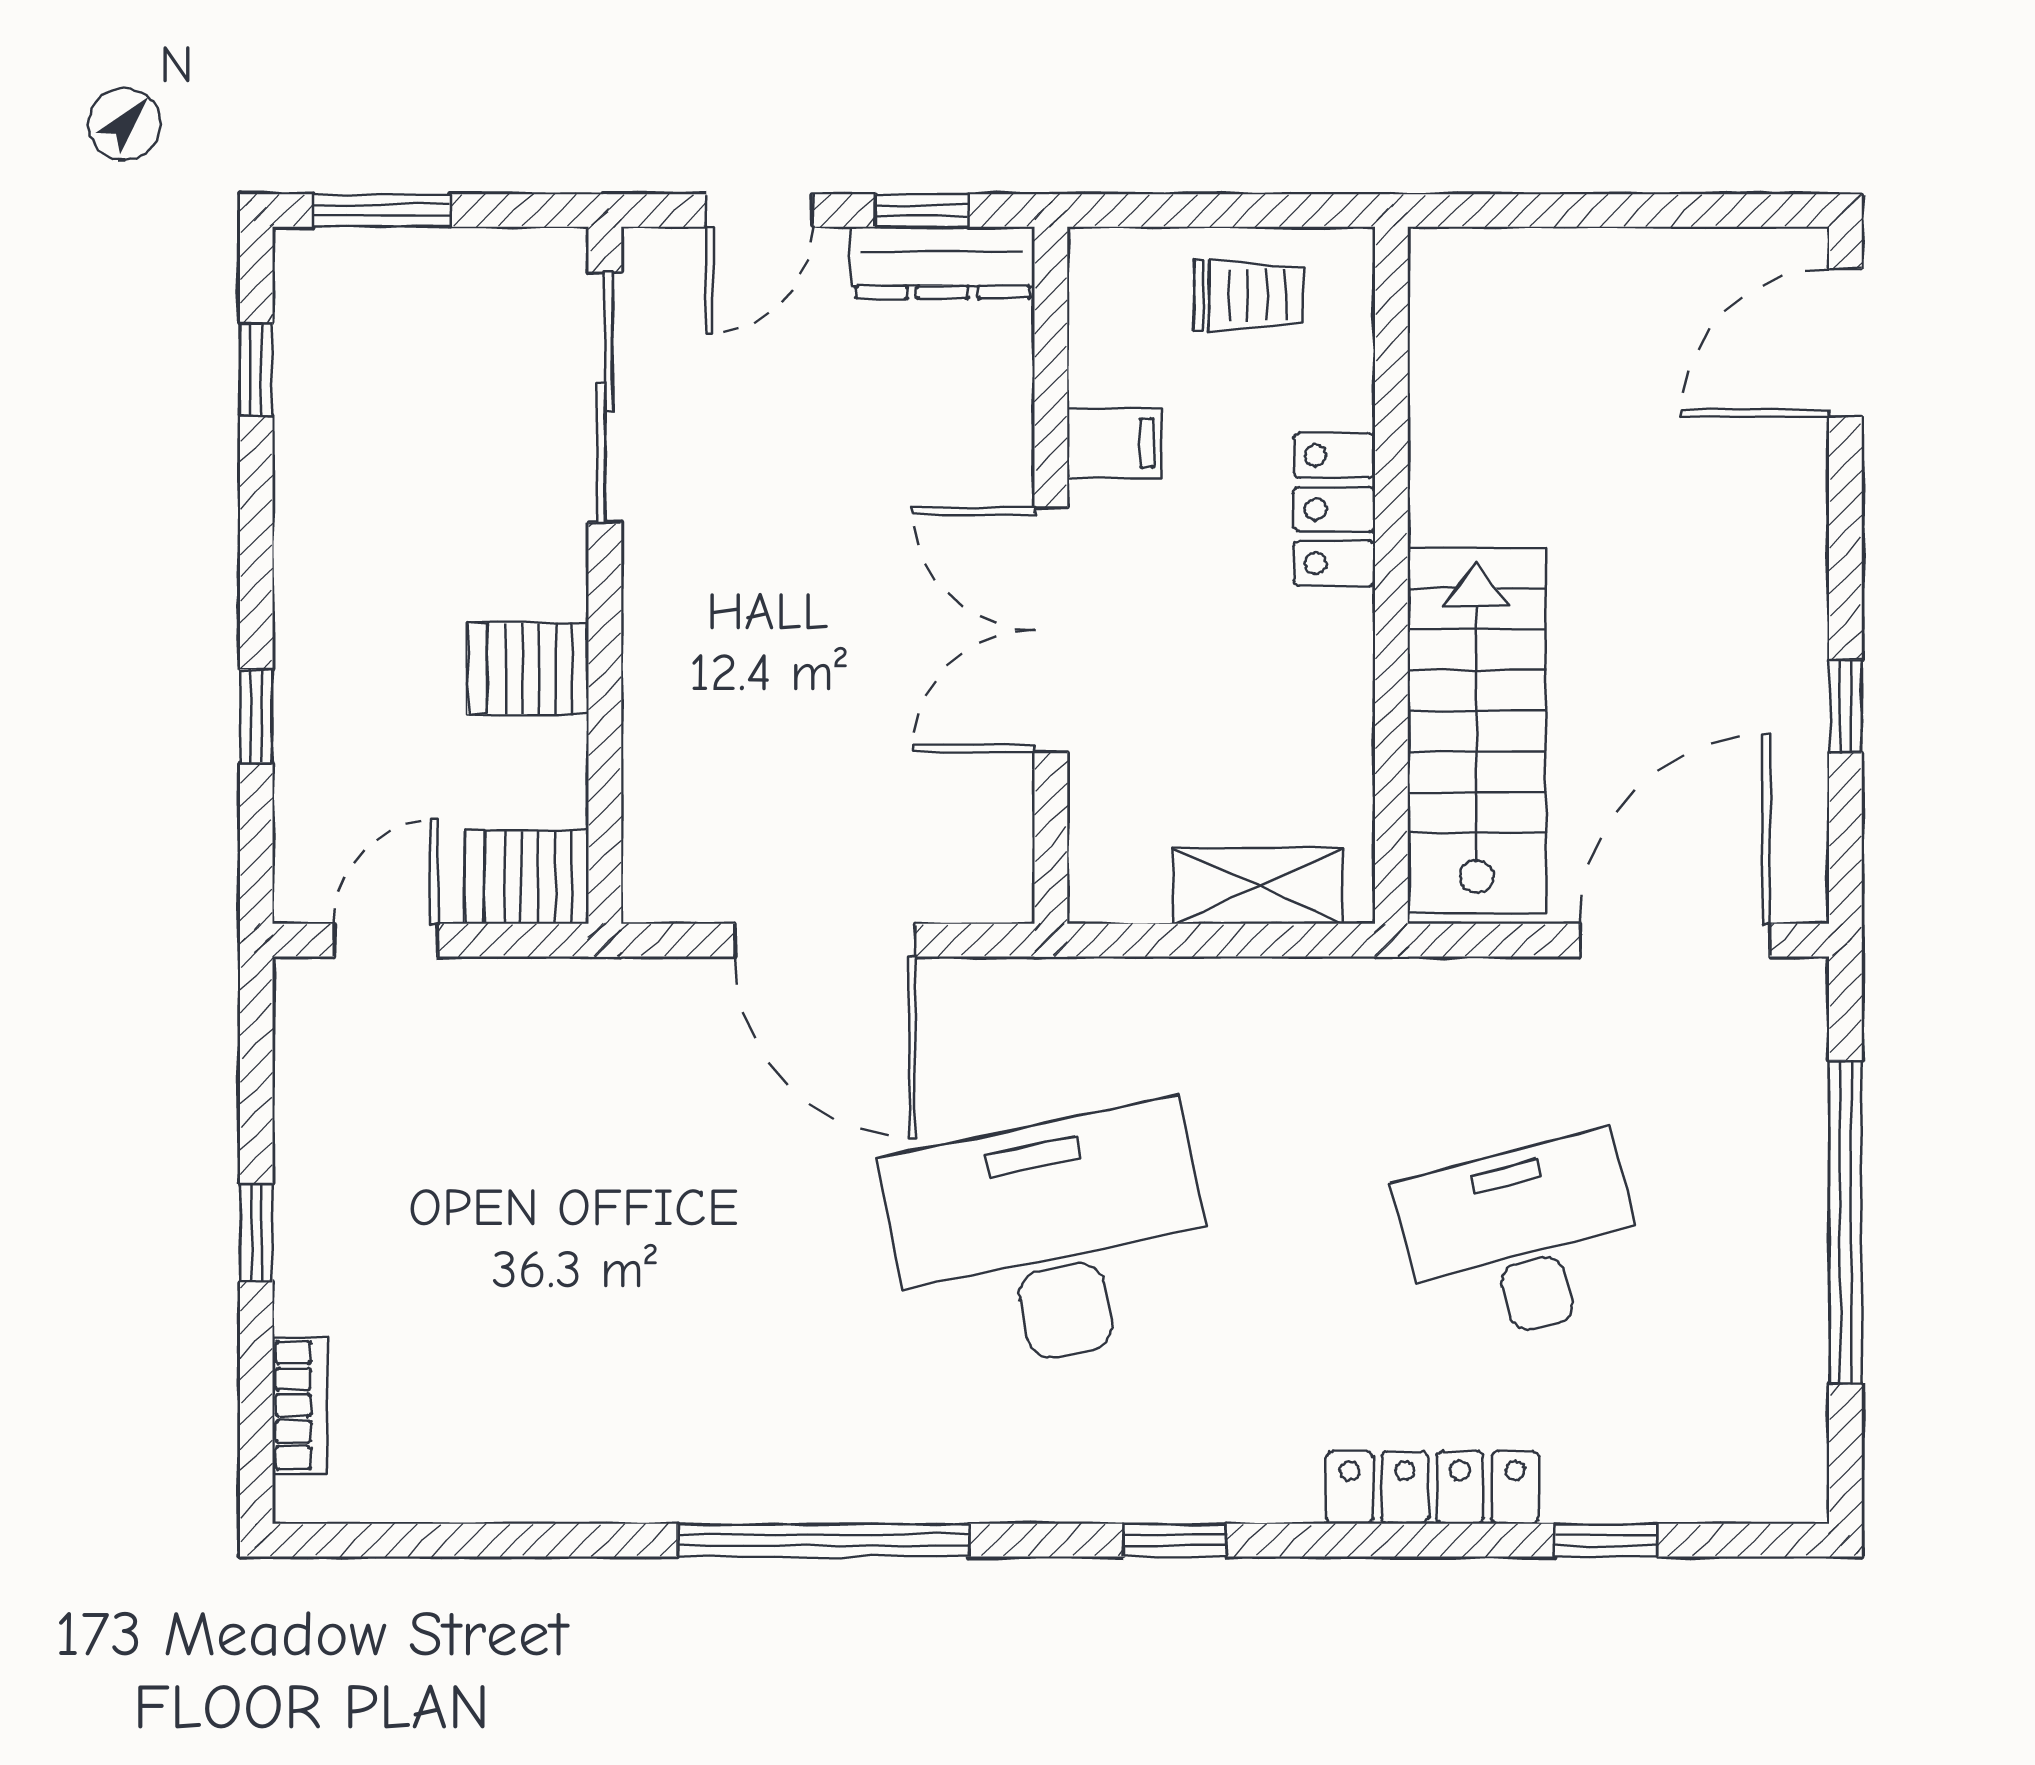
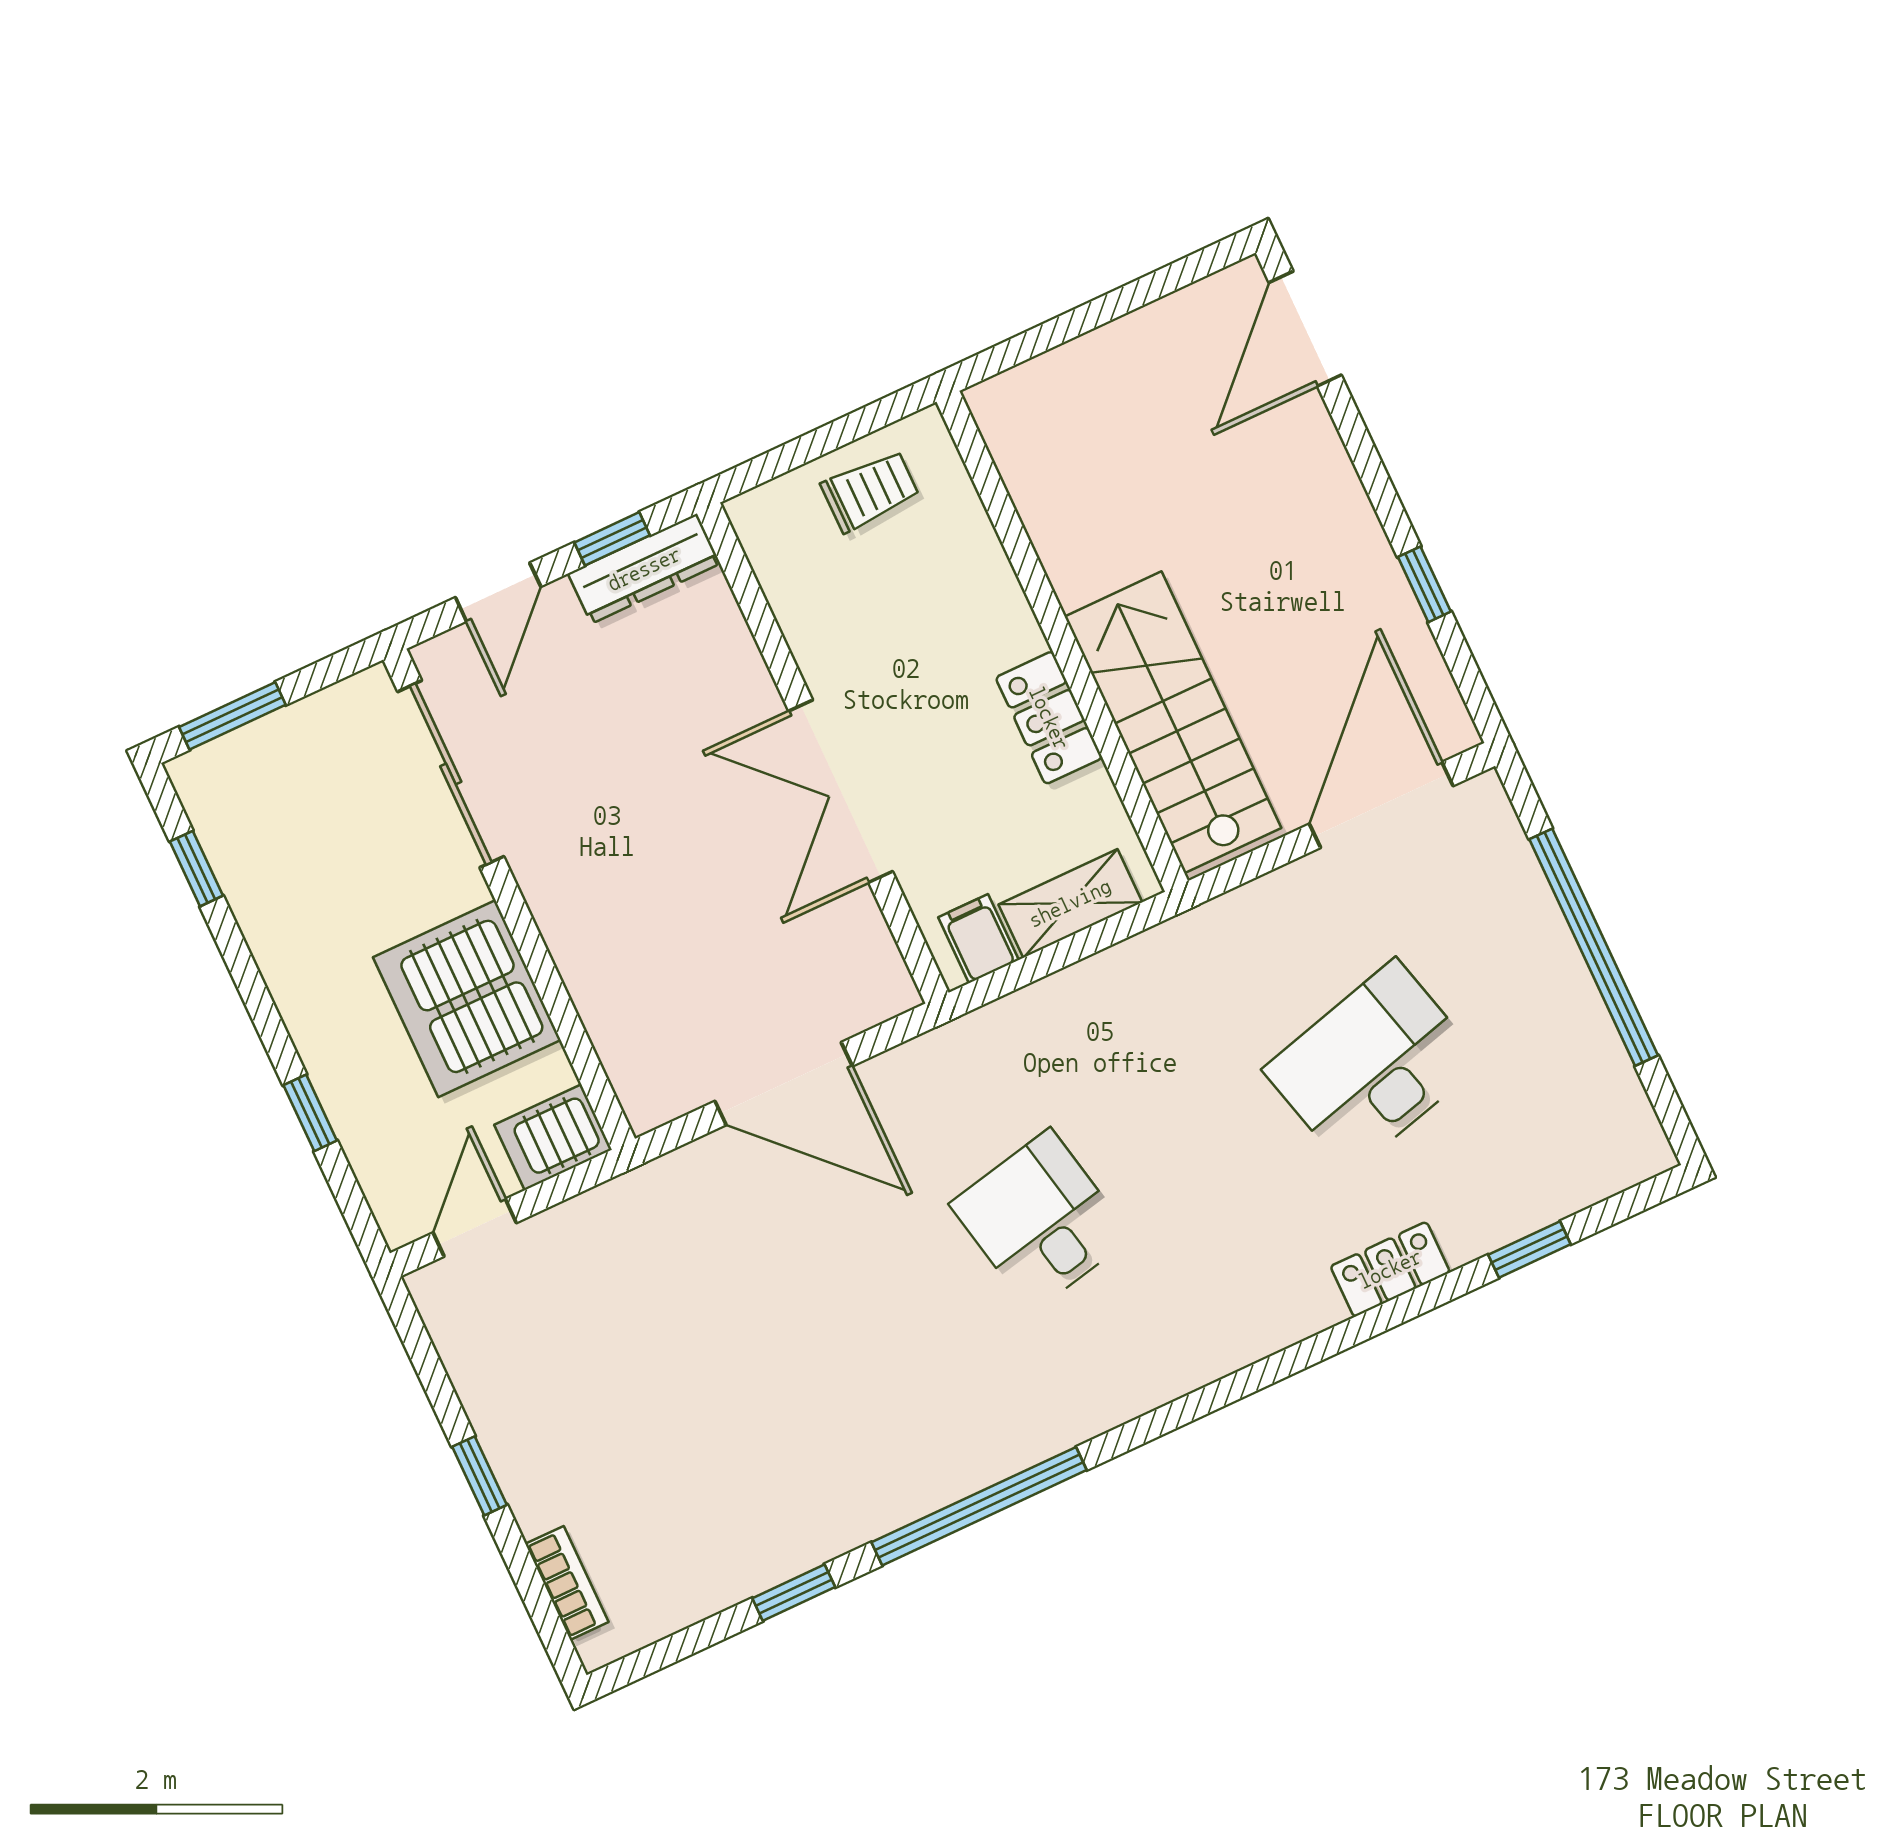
filing cabinet: (1114, 443) -> (978, 939), moved, turned -90
locker: (1334, 509) -> (1049, 718), moved
server rack: (528, 668) -> (467, 999), width x2.18, depth x1.44
desk: (1051, 1240) -> (1041, 1221), width x0.53, depth x0.77
locker: (1432, 1487) -> (1390, 1269), width x0.66
window: (1175, 1540) -> (794, 1593), moved

